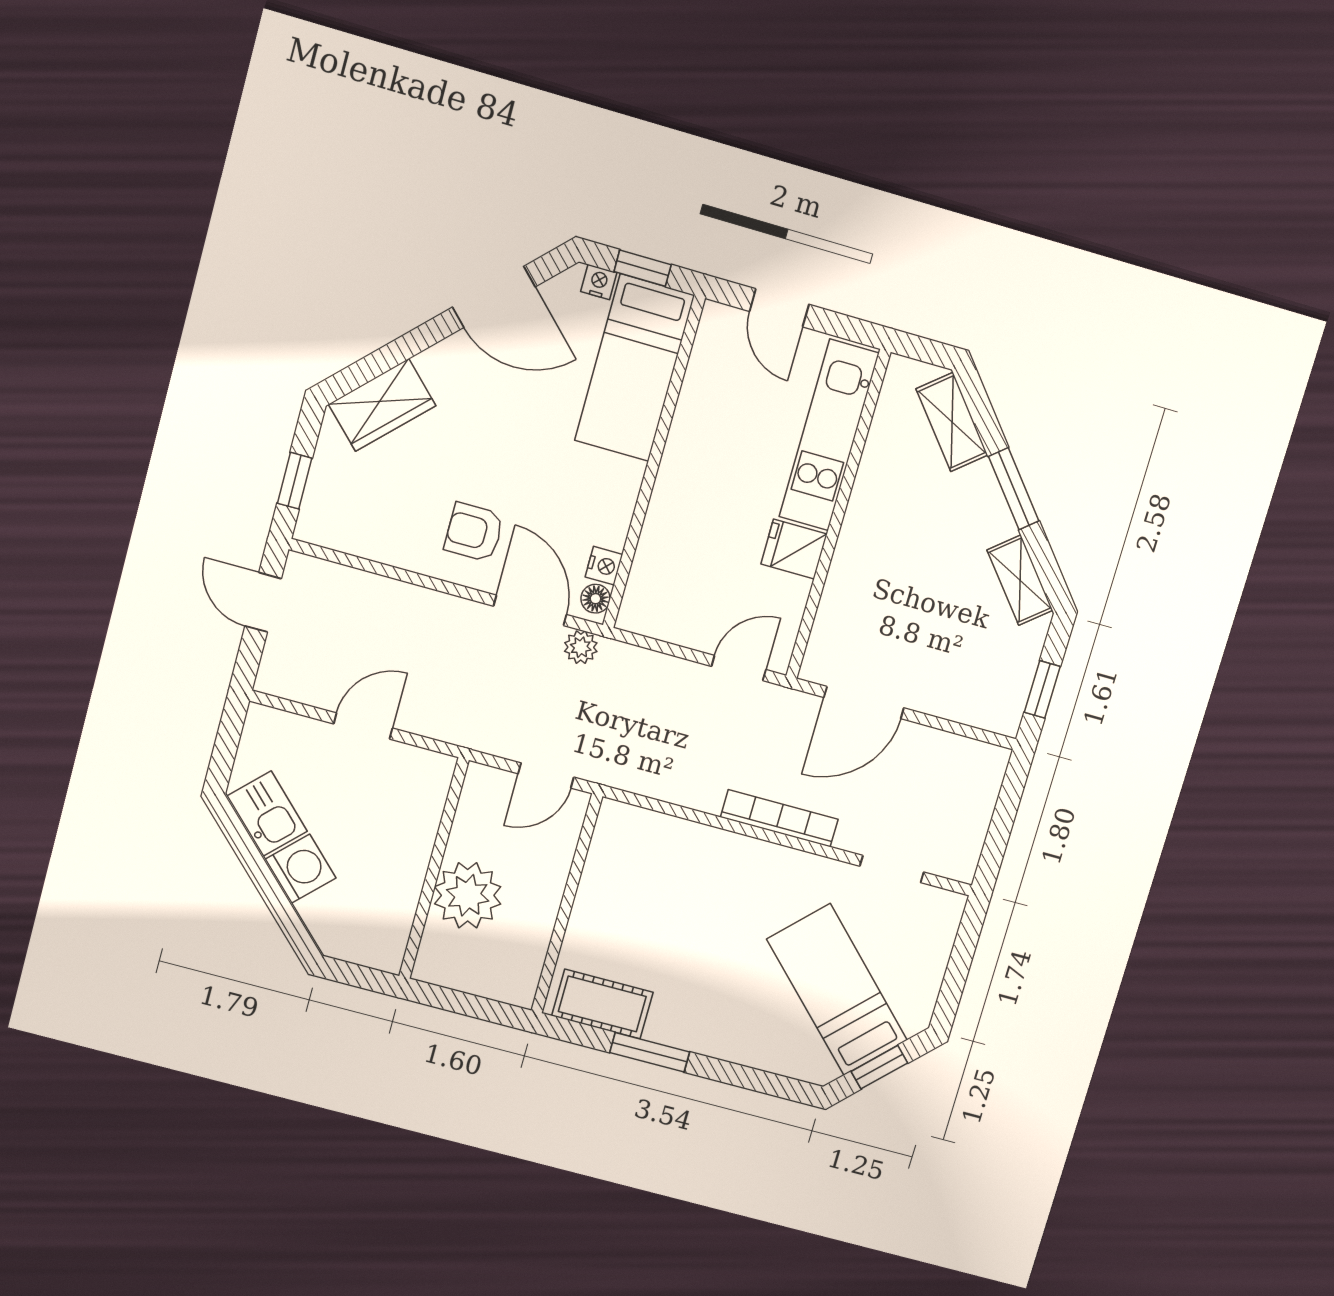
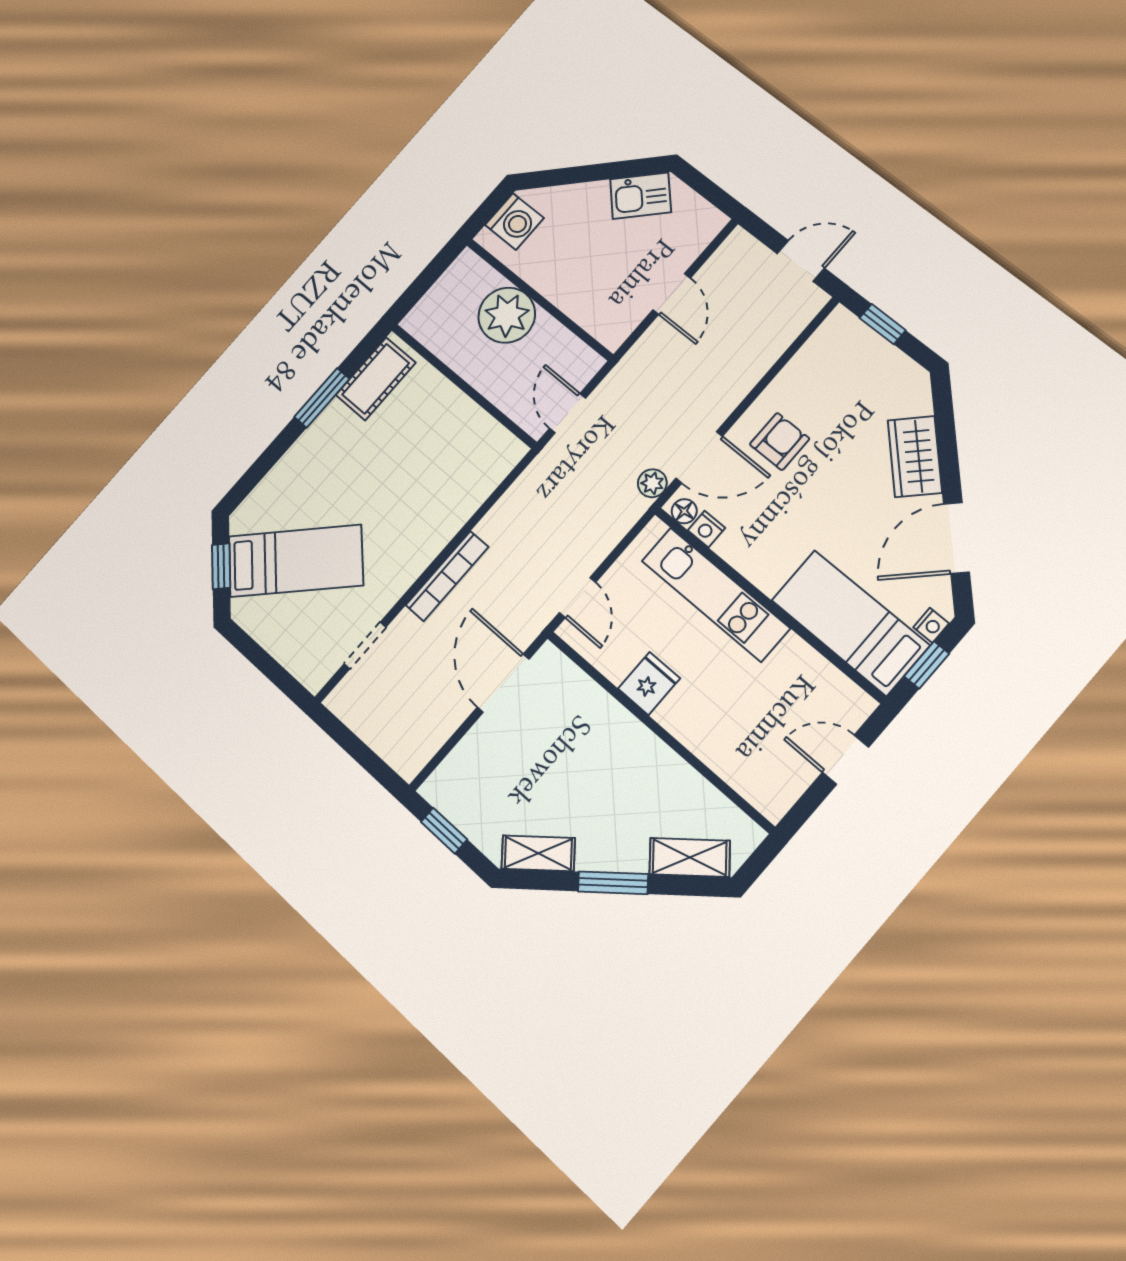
wardrobe: (382, 405) -> (915, 456), moved
kitchen unit: (829, 435) -> (715, 594), moved, turned 180
washing machine: (301, 869) -> (514, 221), moved, turned -45

